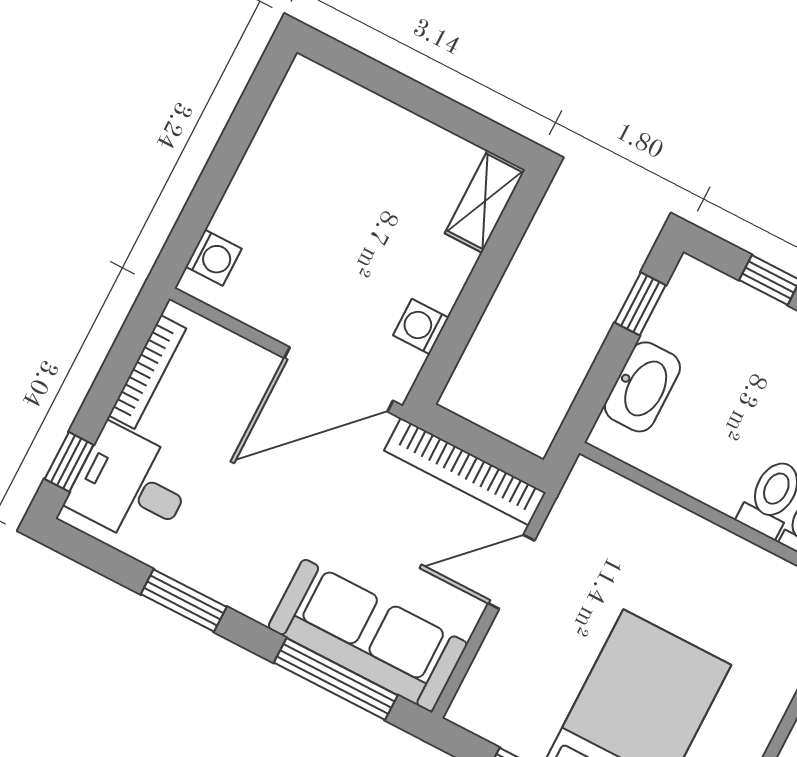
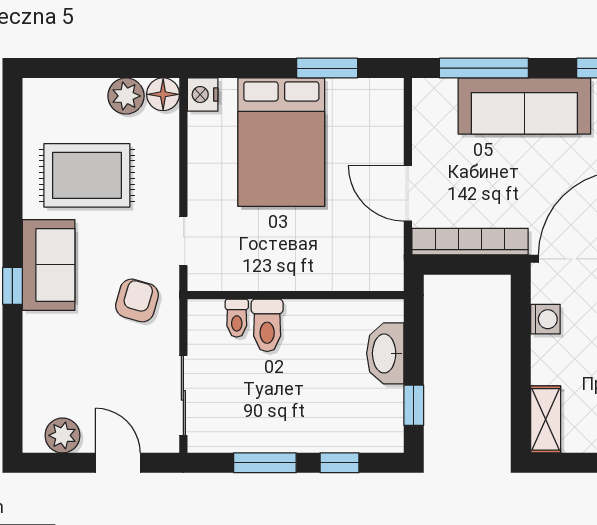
door: (511, 572) -> (408, 193), swing flipped
sofa: (368, 635) -> (524, 106), moved

